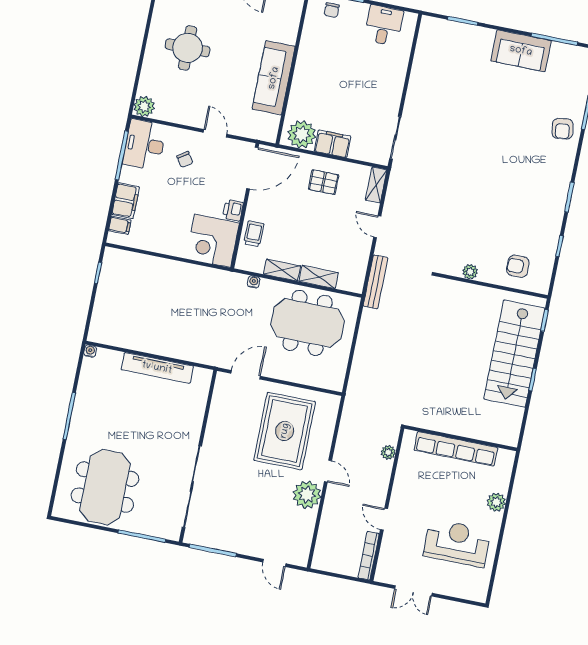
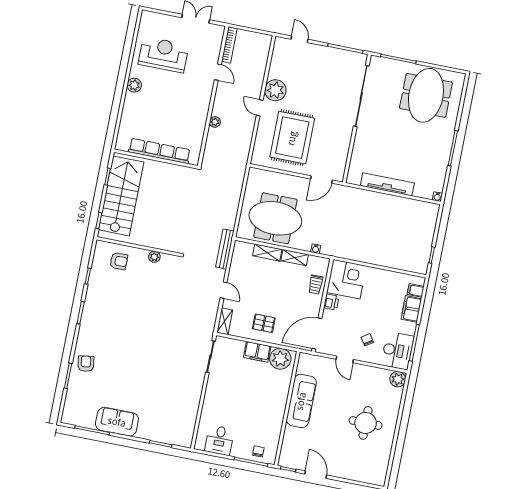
wall: (461, 438) -> (156, 159), moved
row of seats: (456, 449) -> (159, 151), moved
reception desk: (457, 543) -> (163, 55), turned 180

